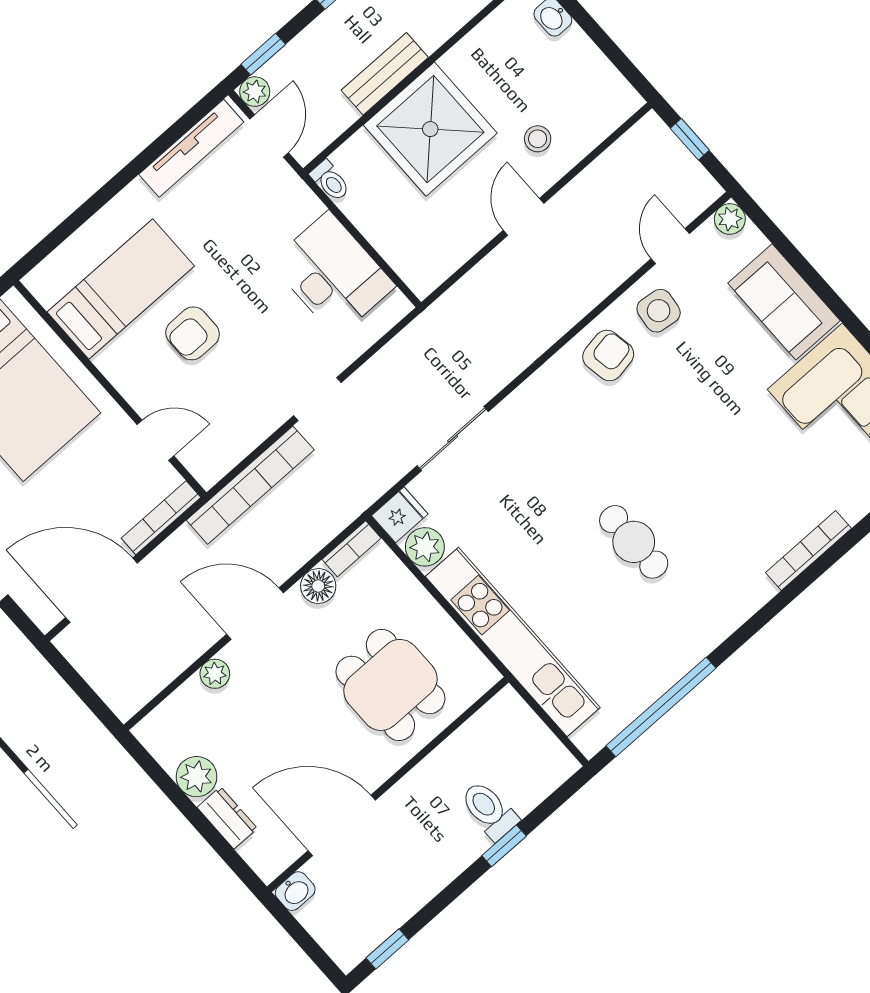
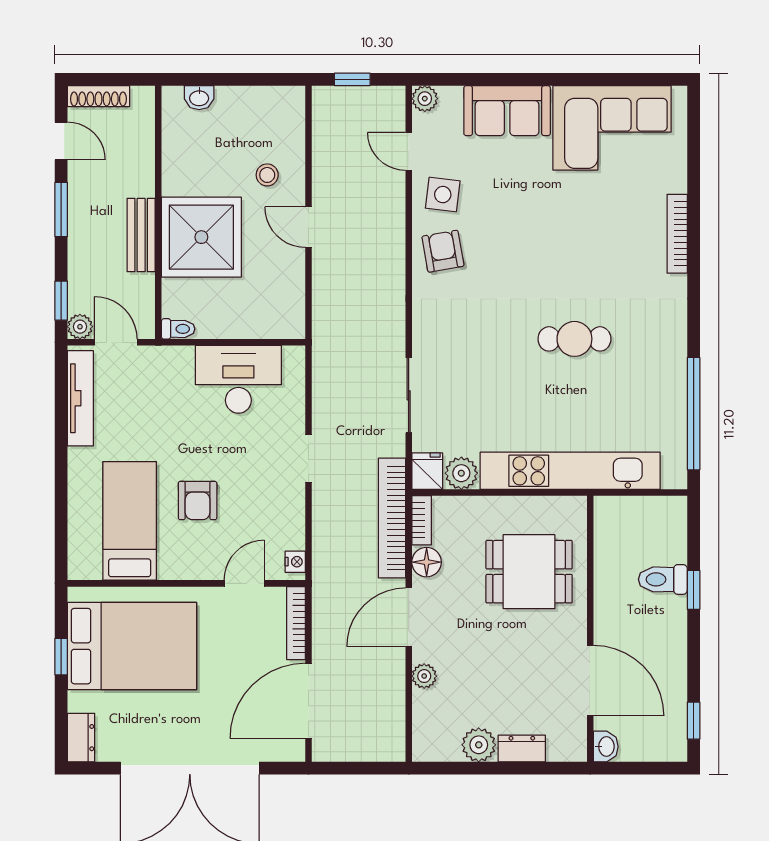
nightstand: (215, 469) -> (295, 562), added
bookcase: (250, 485) -> (392, 518), moved, turned 180
door: (342, 825) -> (590, 681), swing flipped

